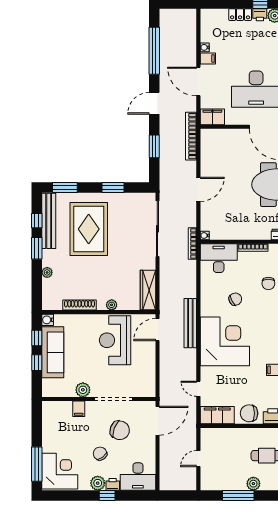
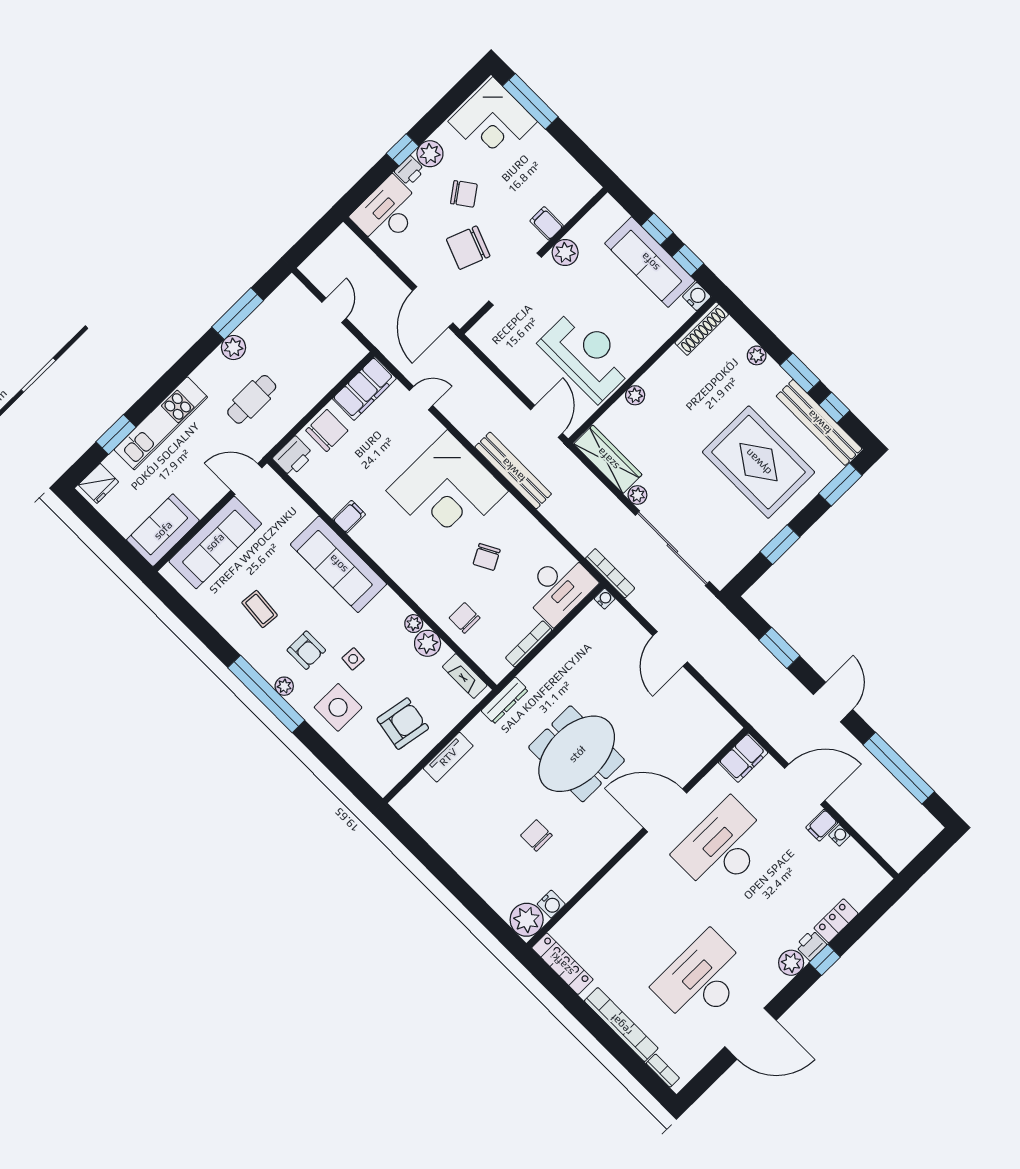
bookcase: (191, 136) -> (746, 707), removed
plant: (150, 264) -> (637, 495), added
shoe rack: (80, 305) -> (702, 329), moved

